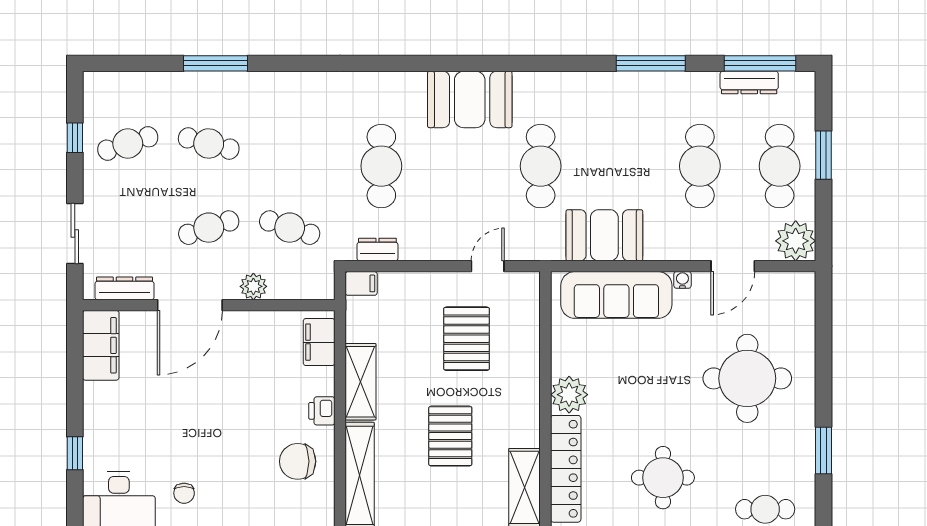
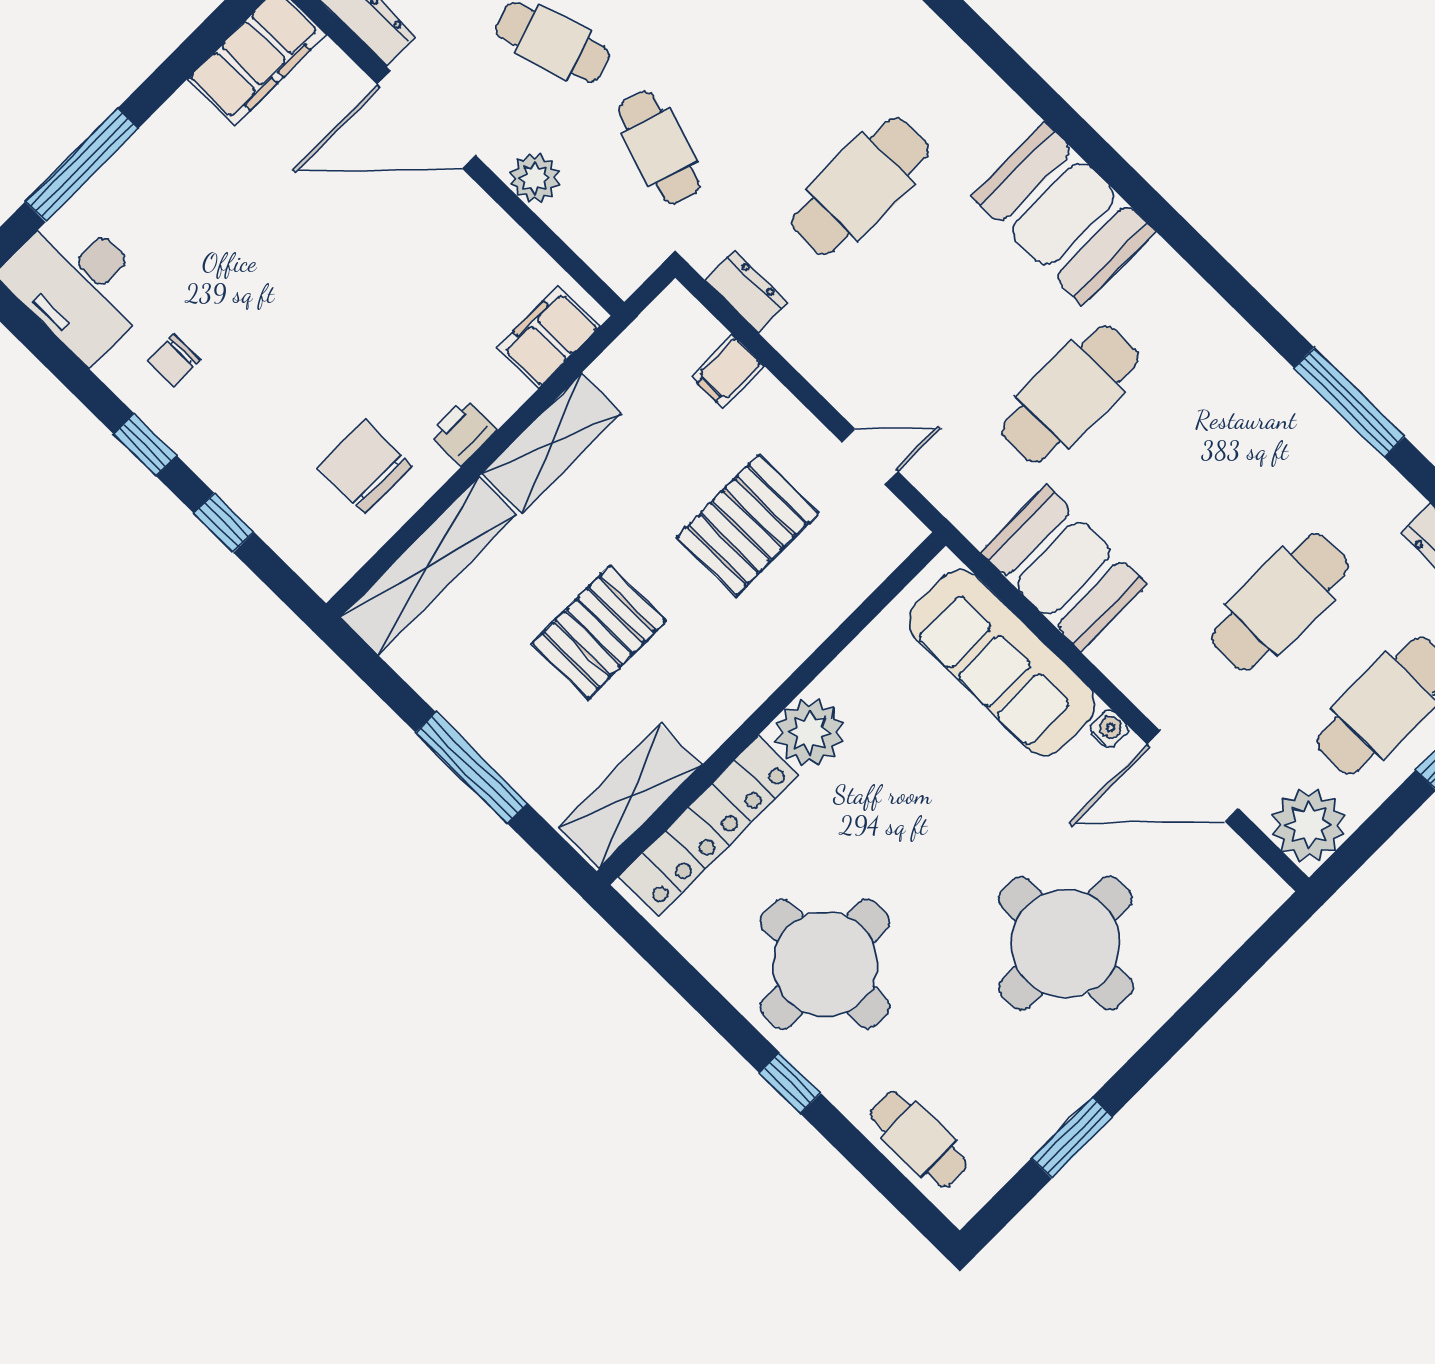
door: (733, 266) -> (1193, 776), width x1.36
filing cabinet: (361, 283) -> (727, 371), moved, turned 90
window: (75, 453) -> (82, 165), width x2.17
round table: (663, 478) -> (825, 964), width x1.36, depth x1.36

